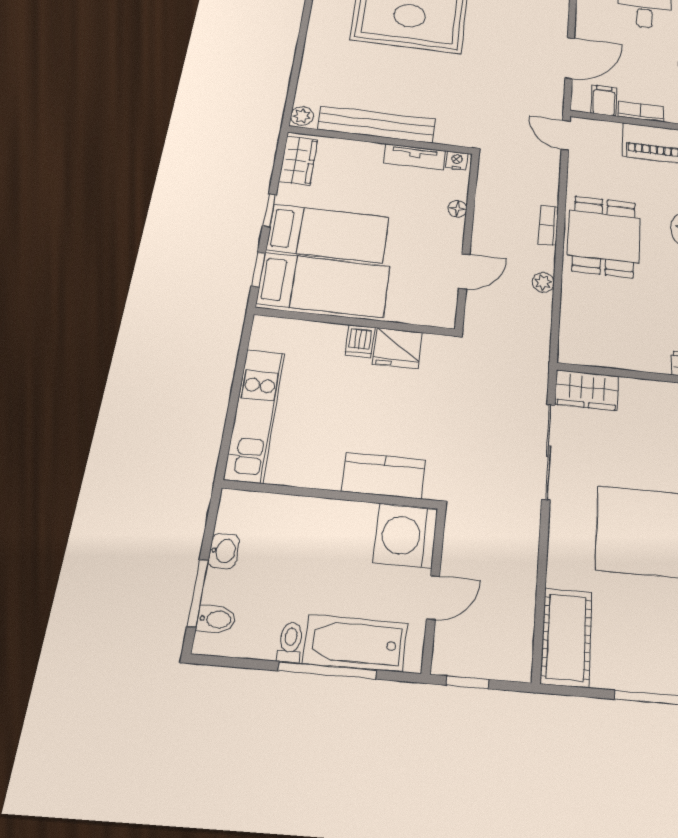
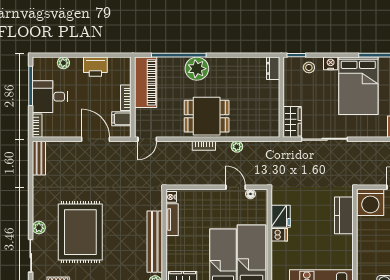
floor lamp: (457, 209) -> (250, 194), moved

